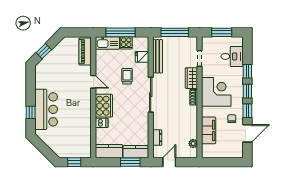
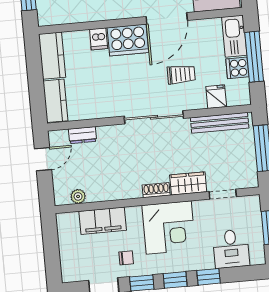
door: (93, 82) -> (167, 18), width x1.88
window: (130, 162) -> (37, 93), removed
door: (169, 162) -> (43, 159), hinge flipped

